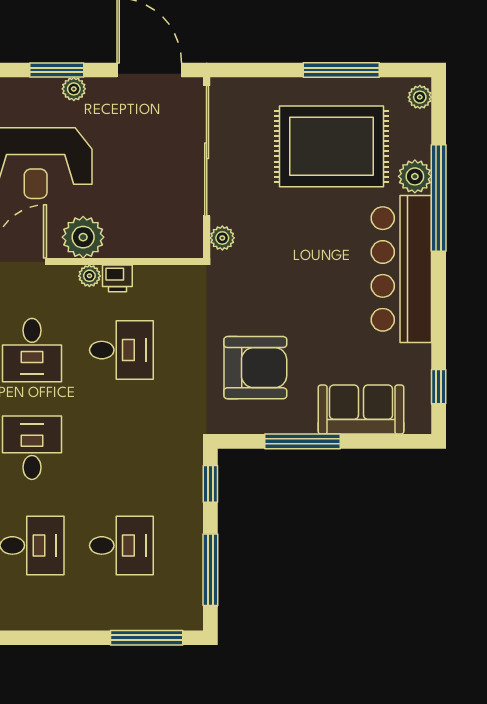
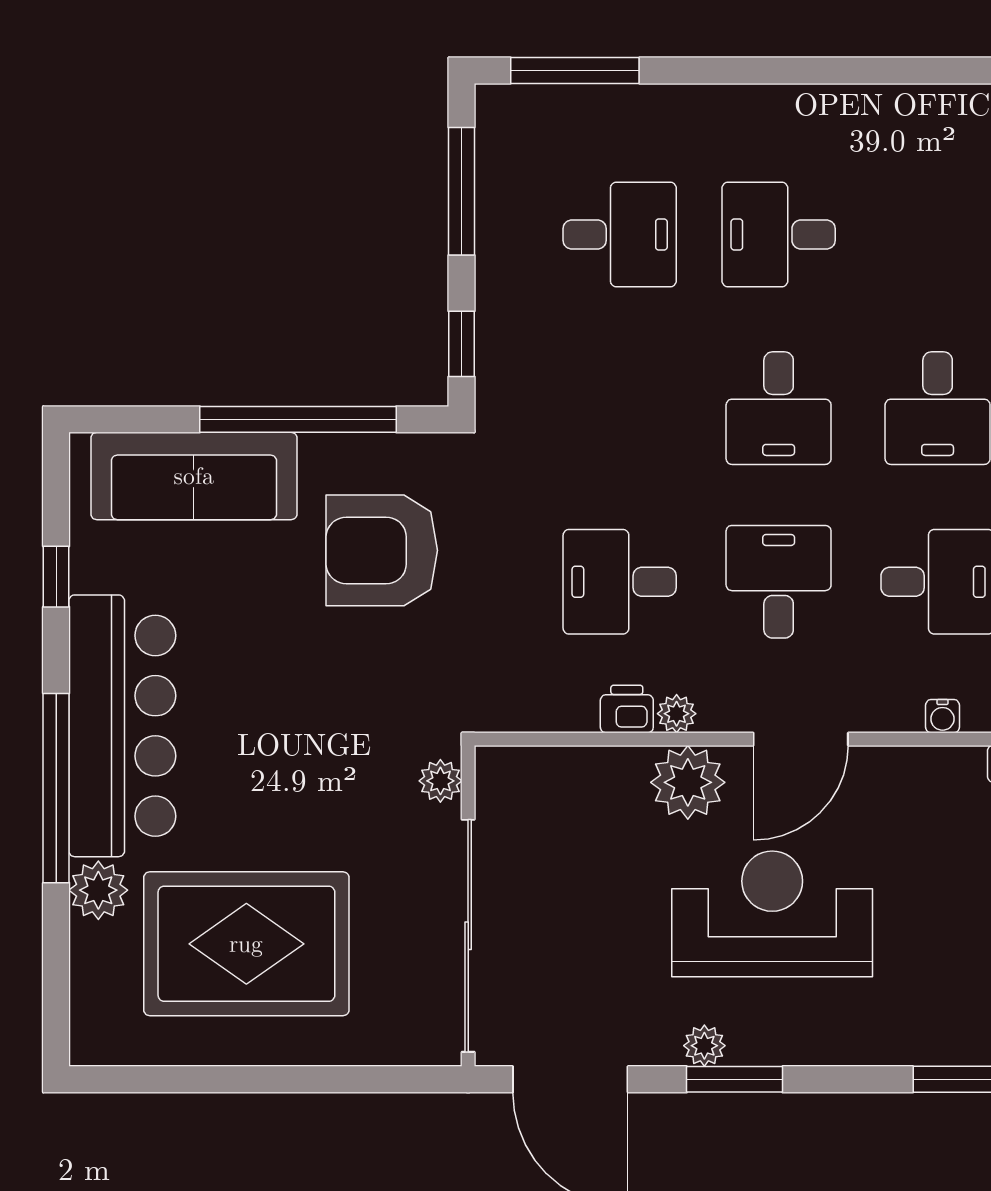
window: (341, 70) -> (229, 1079), removed
plant: (420, 97) -> (90, 1031), removed
window: (439, 198) -> (56, 788), moved
window: (439, 387) -> (56, 577), moved
sofa: (361, 410) -> (194, 476), width x1.36
window: (302, 441) -> (298, 419), width x1.46
desk: (121, 545) -> (620, 234), turned 180

